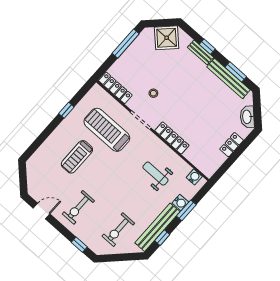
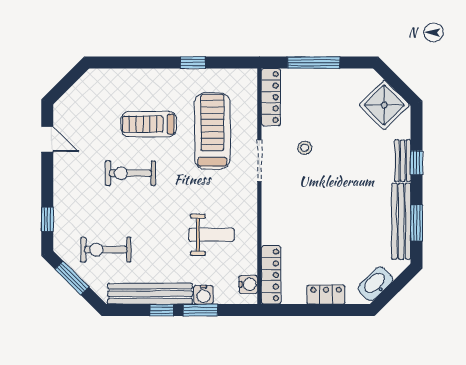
window: (126, 44) -> (314, 63), moved
locker: (172, 138) -> (271, 275), moved
weight bench: (155, 174) -> (212, 235), turned 90
exercise bike: (78, 207) -> (130, 173), moved
window: (162, 238) -> (162, 310), moved
window: (117, 258) -> (72, 278), added

